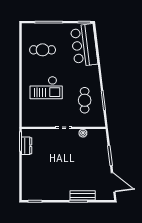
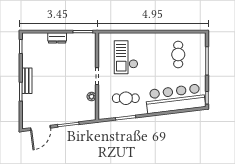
bar counter: (84, 45) -> (175, 99), width x1.36
checkout: (46, 88) -> (126, 57), moved
dresser: (27, 146) -> (57, 38), moved
bench: (83, 195) -> (27, 81), moved

